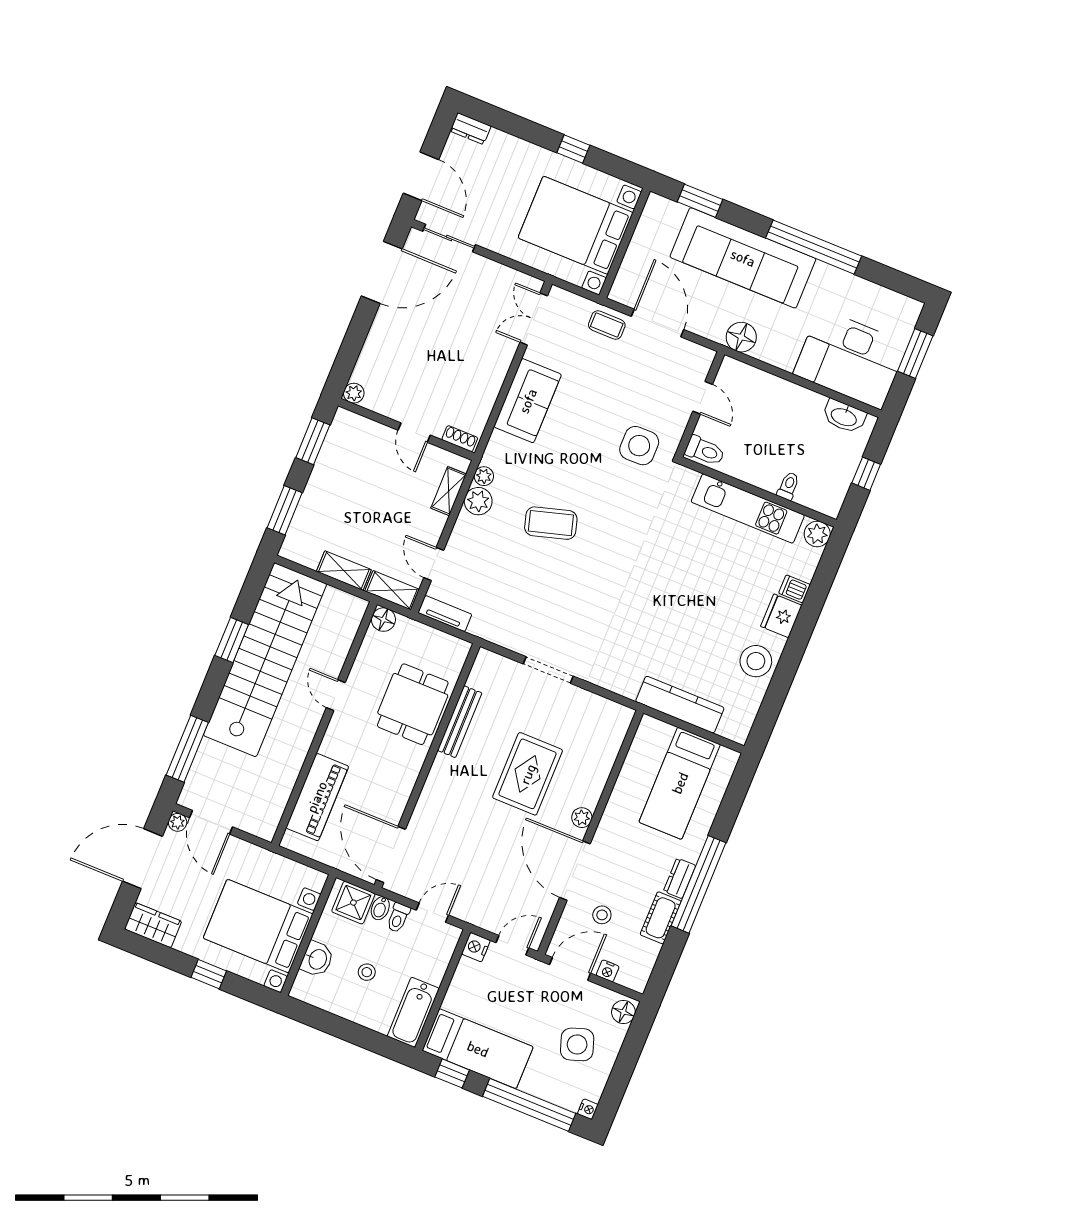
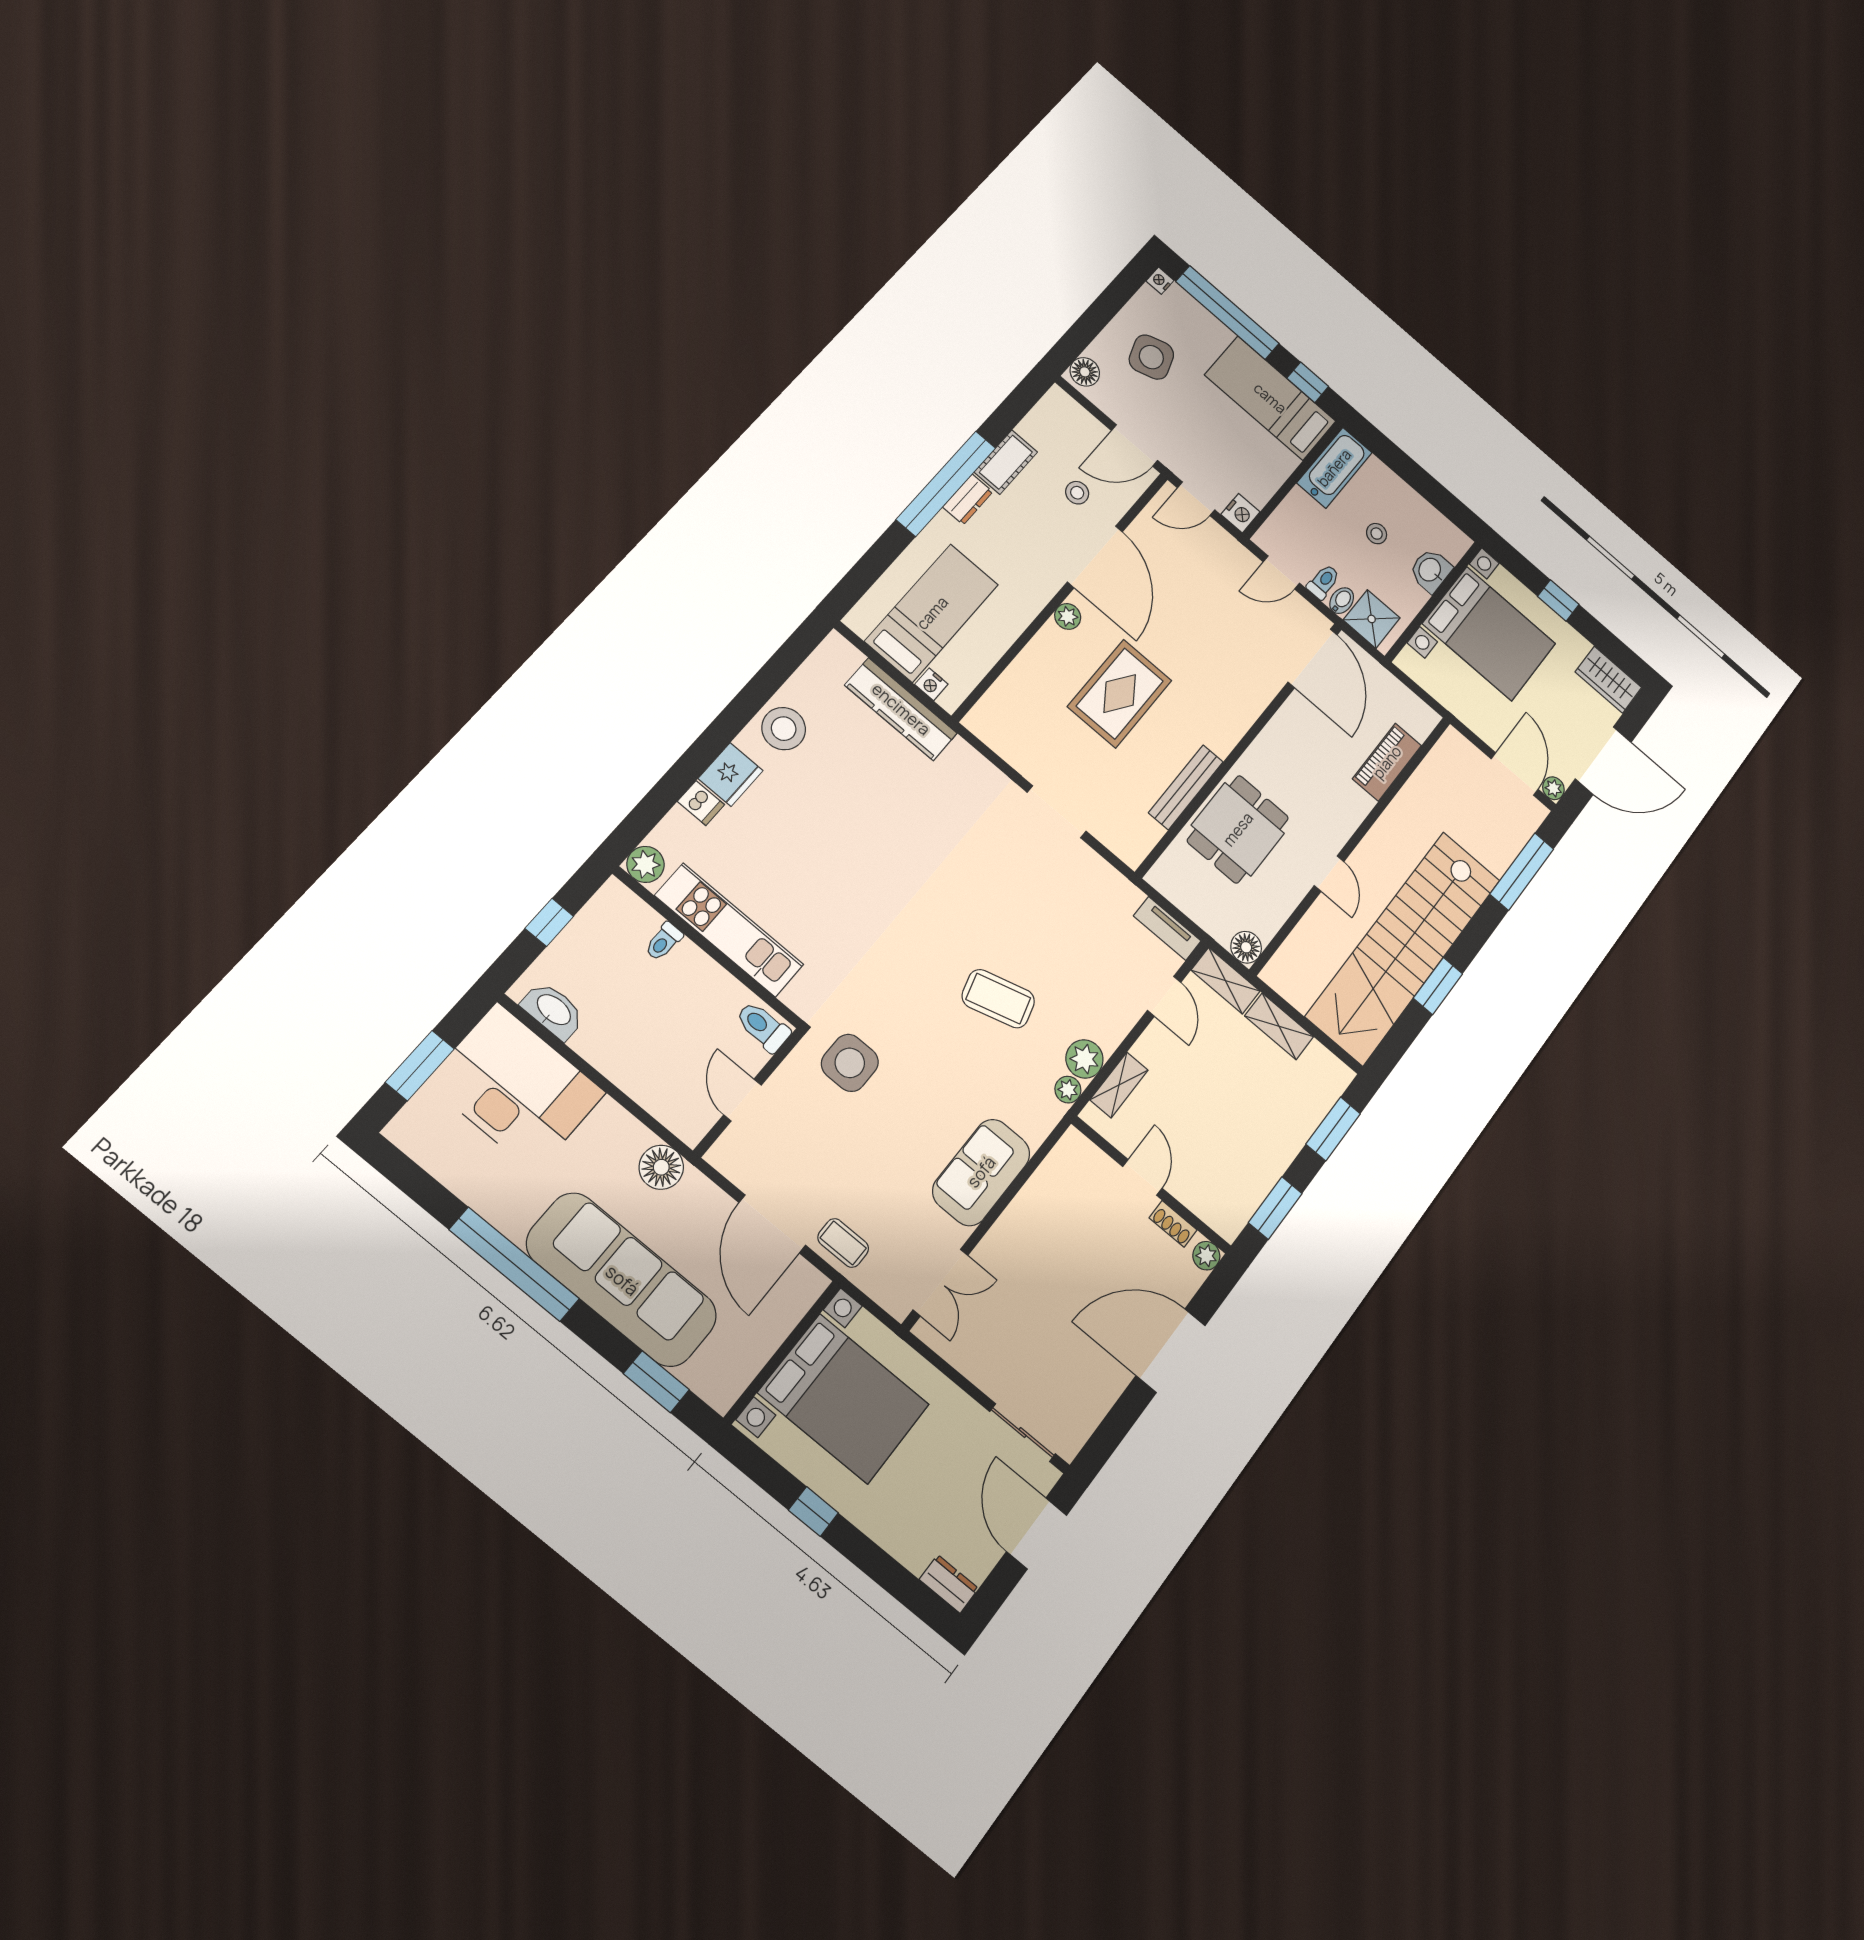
door: (382, 272) -> (1171, 1351), moved
shoe rack: (460, 439) -> (1173, 1224), moved
piano: (317, 797) -> (1387, 762), width x0.73, depth x0.75
nightstand: (608, 971) -> (931, 684), moved, turned 180

